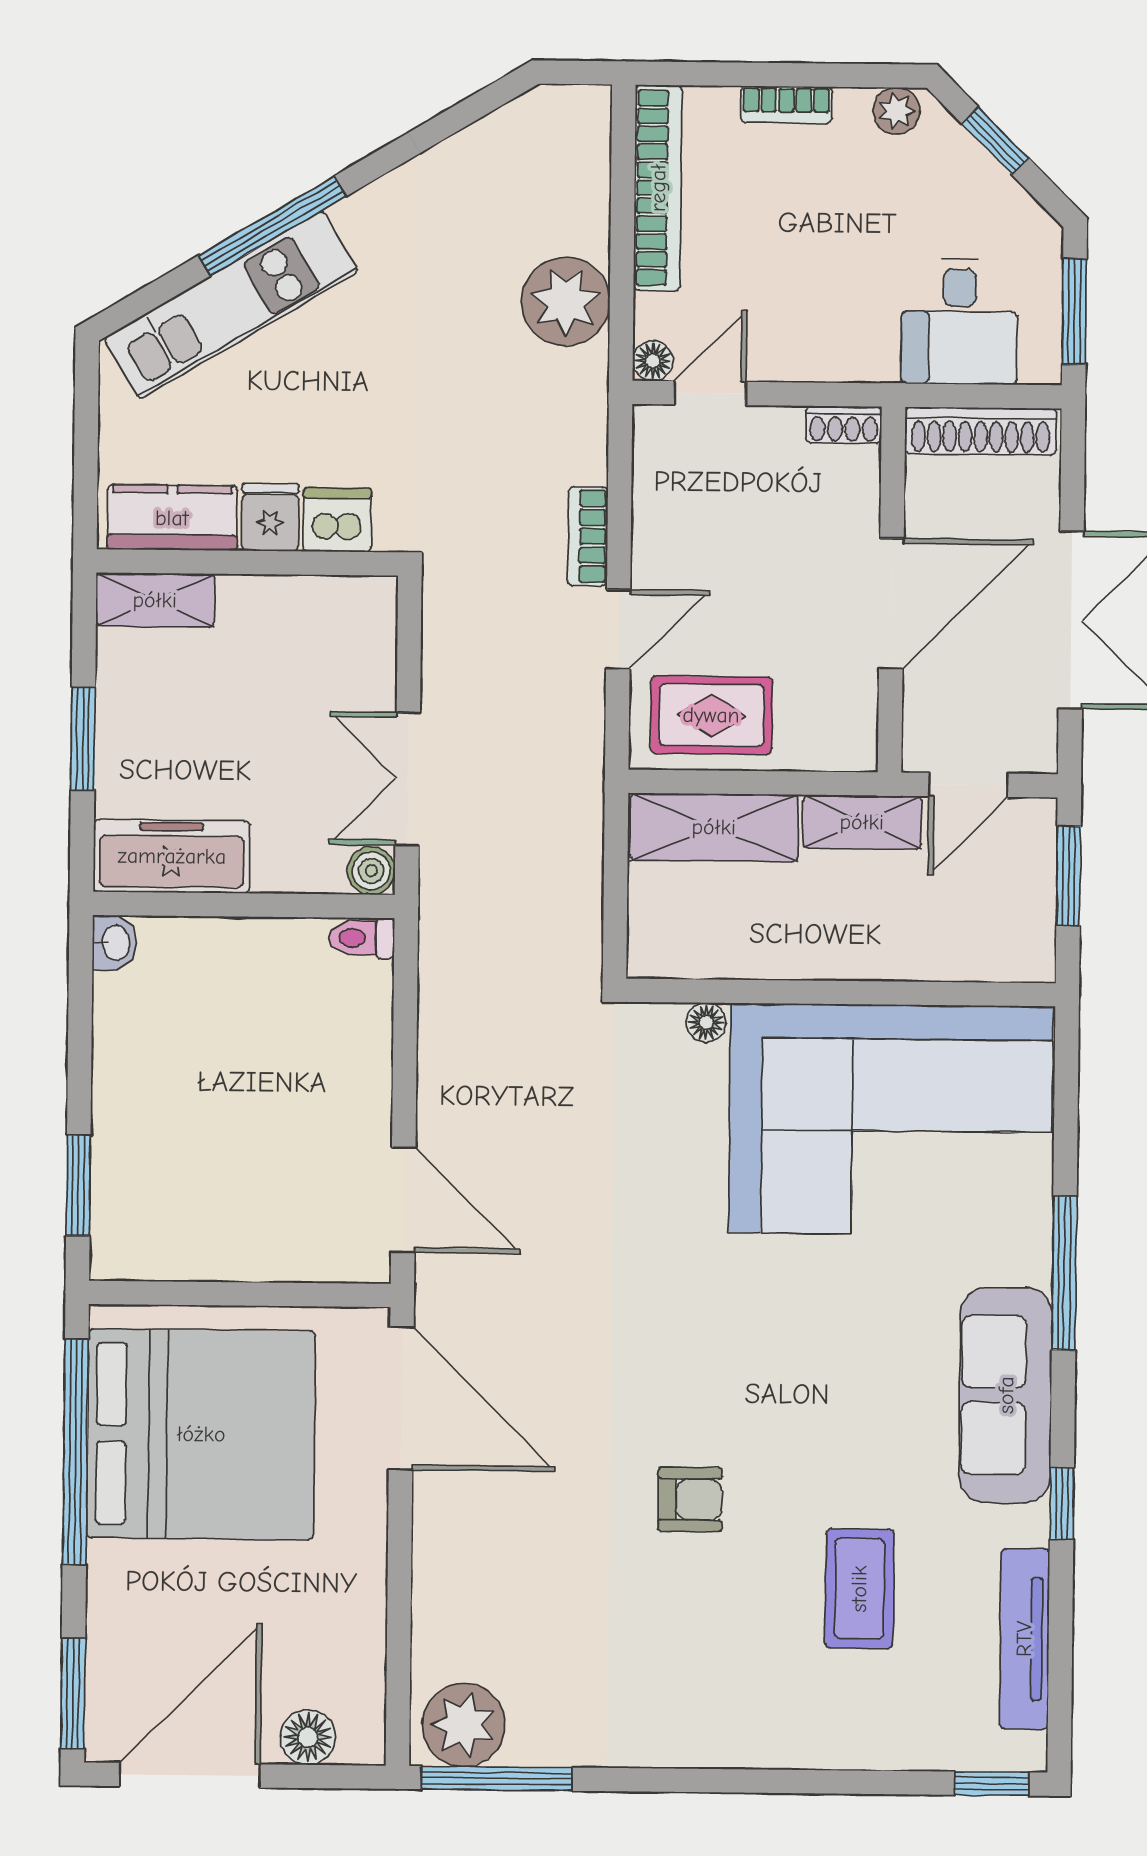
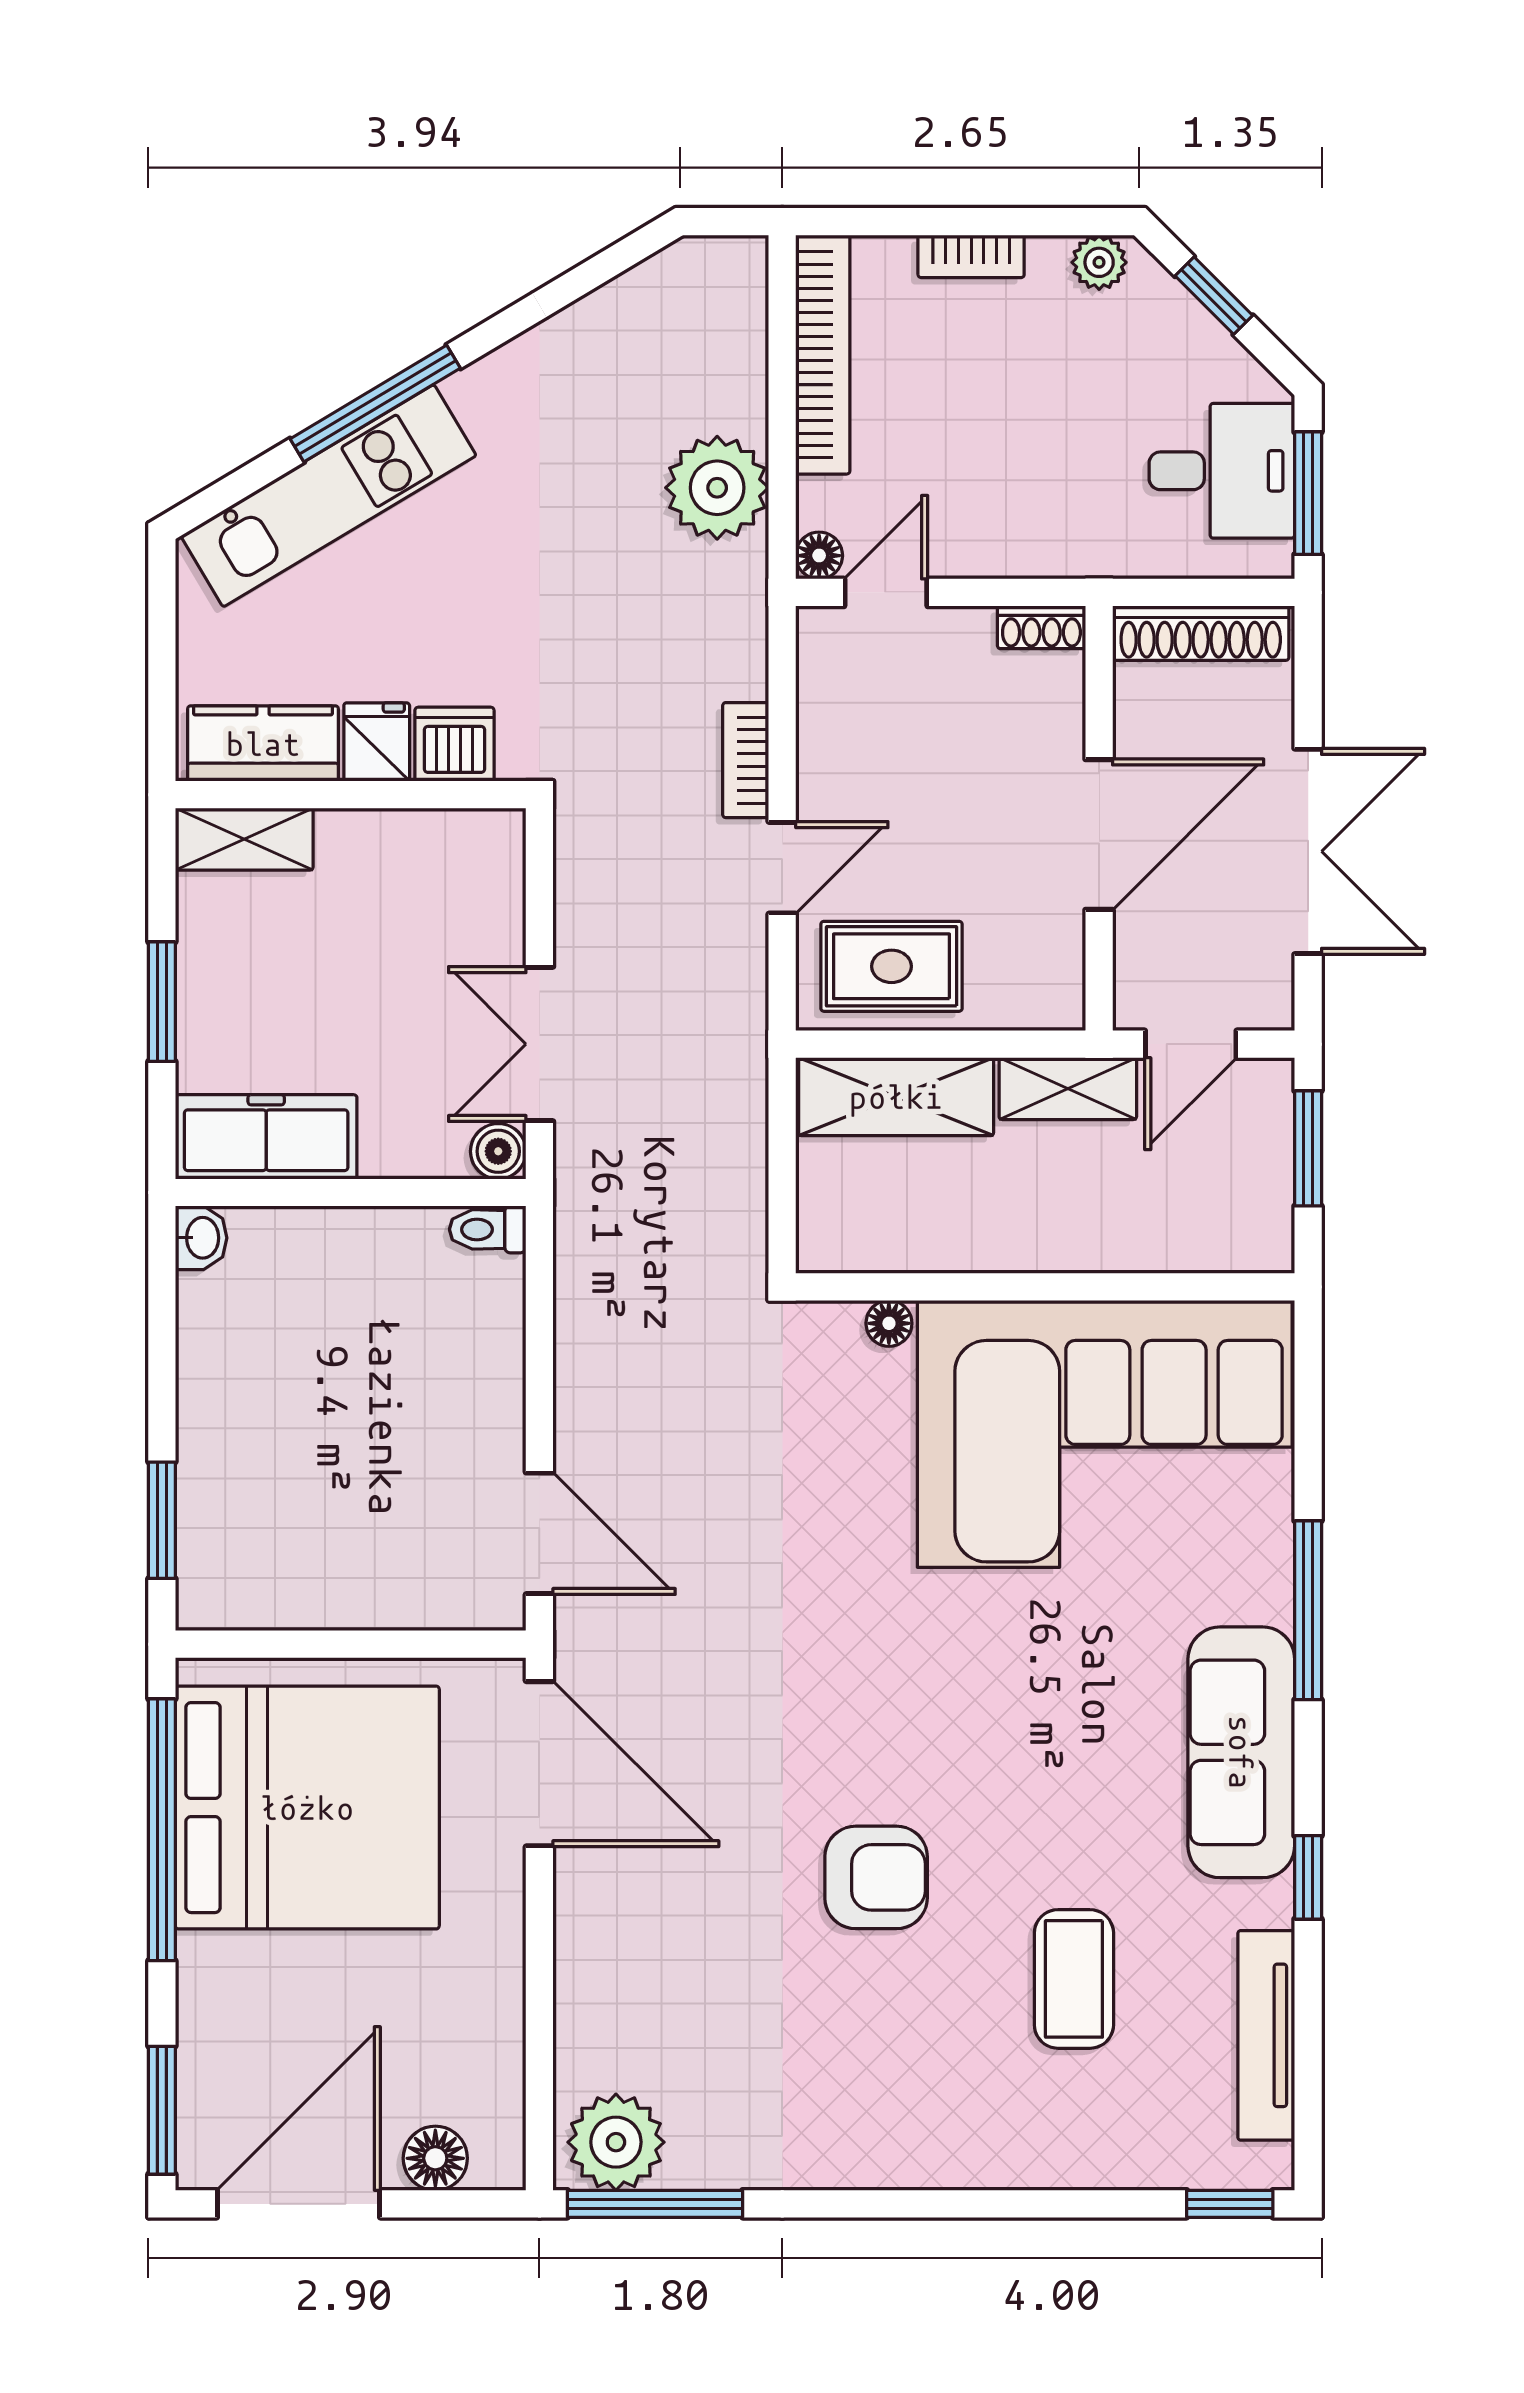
desk: (959, 322) -> (1222, 471), moved, turned -90
armchair: (690, 1499) -> (876, 1877), width x1.38, depth x1.38

